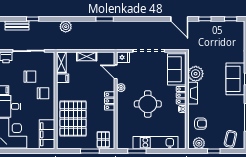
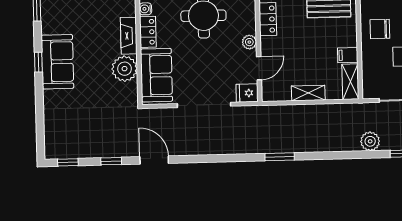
plant: (66, 27) -> (370, 141), moved
door: (116, 72) -> (259, 68), hinge flipped

